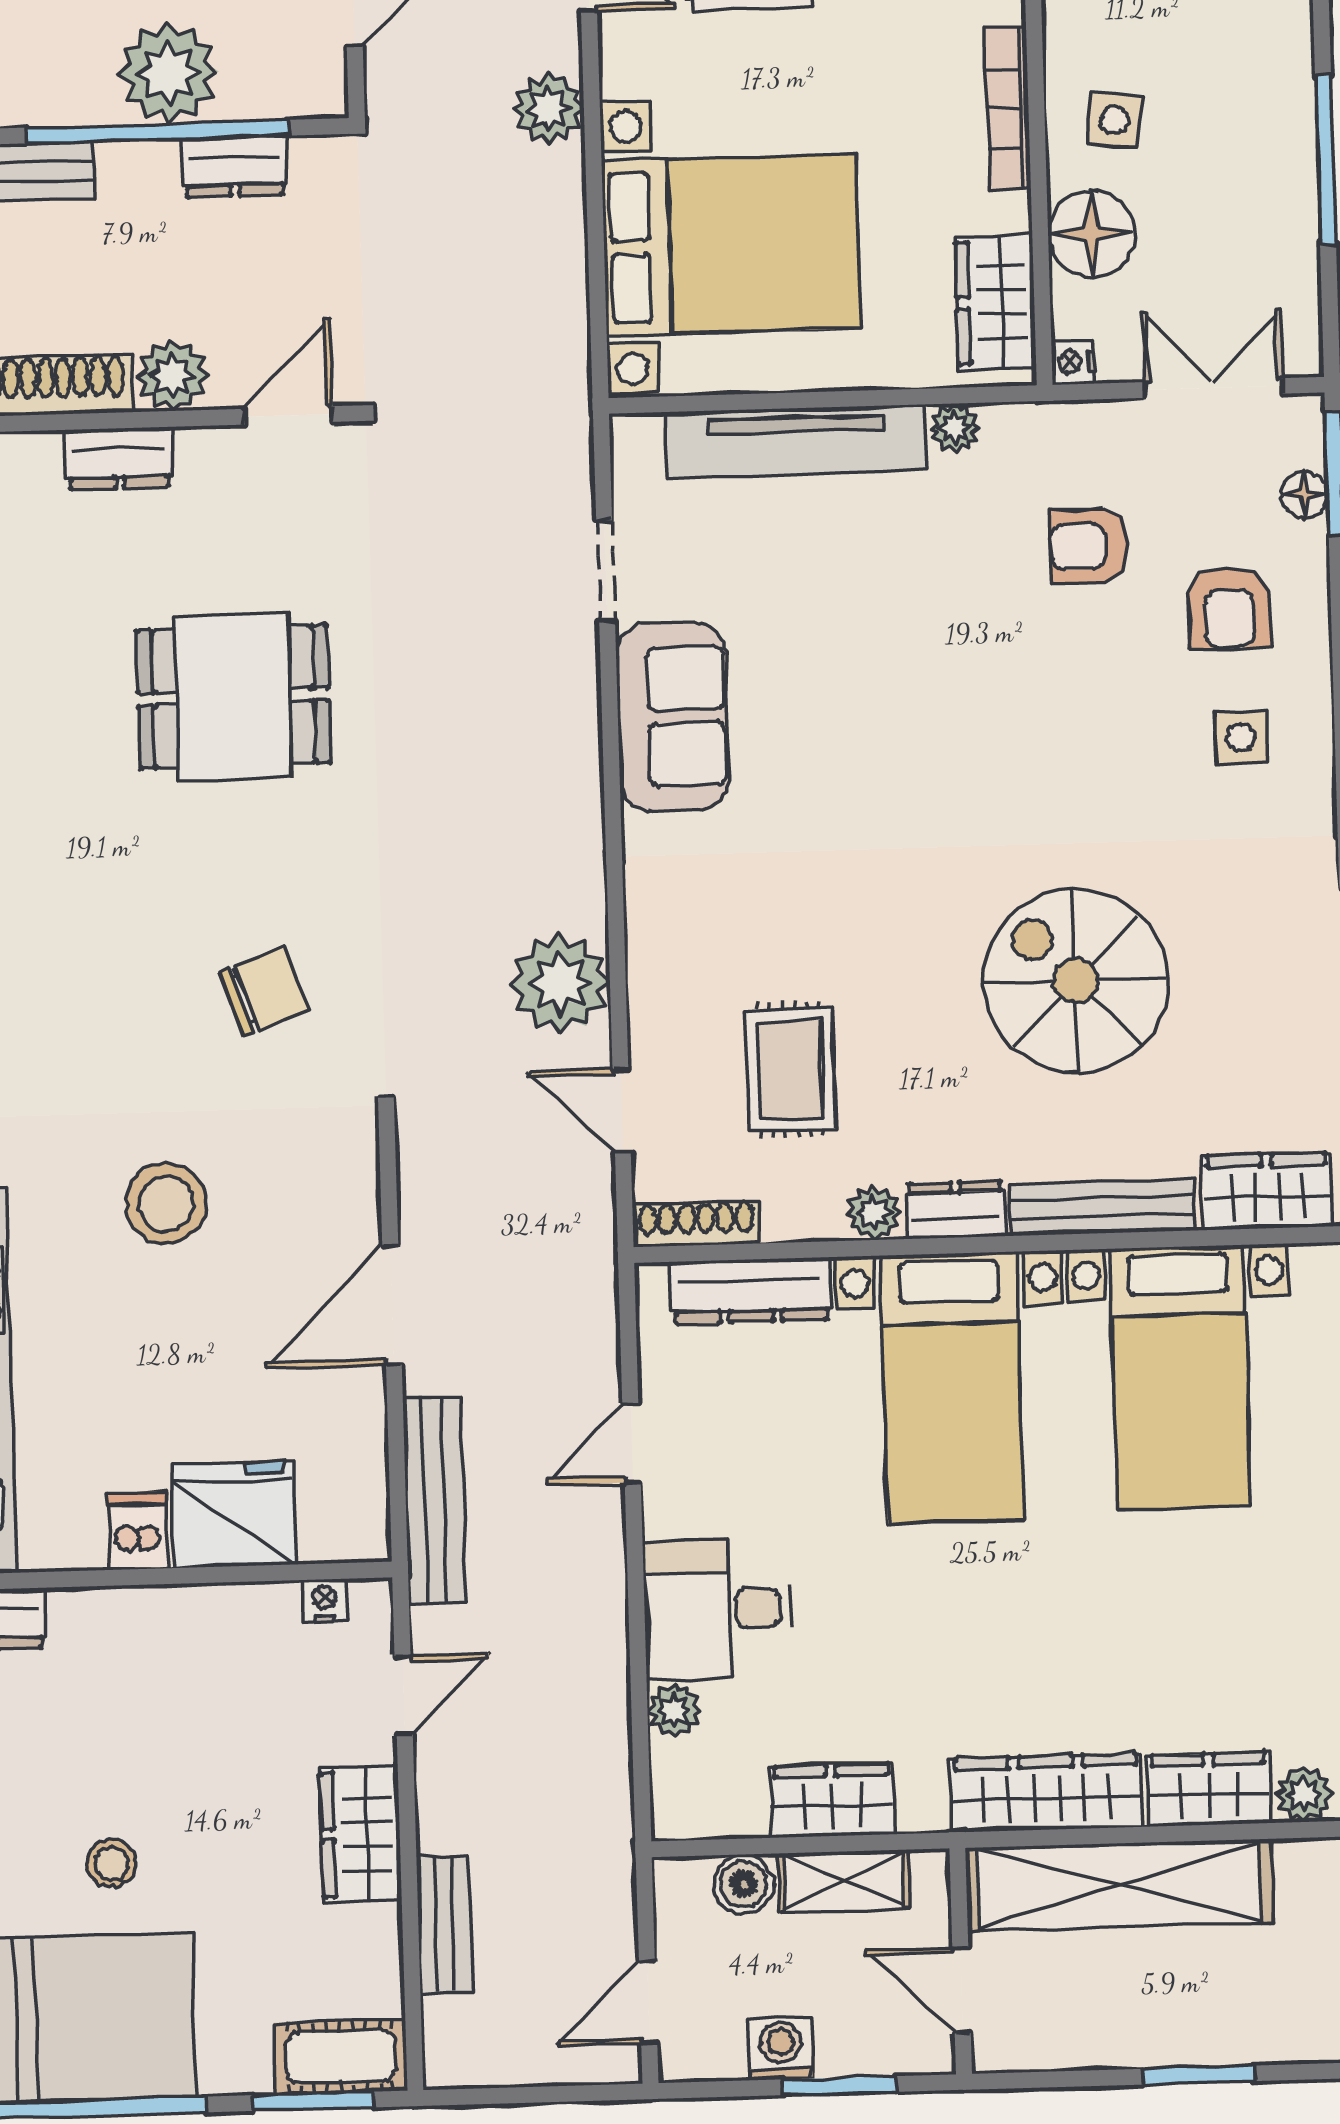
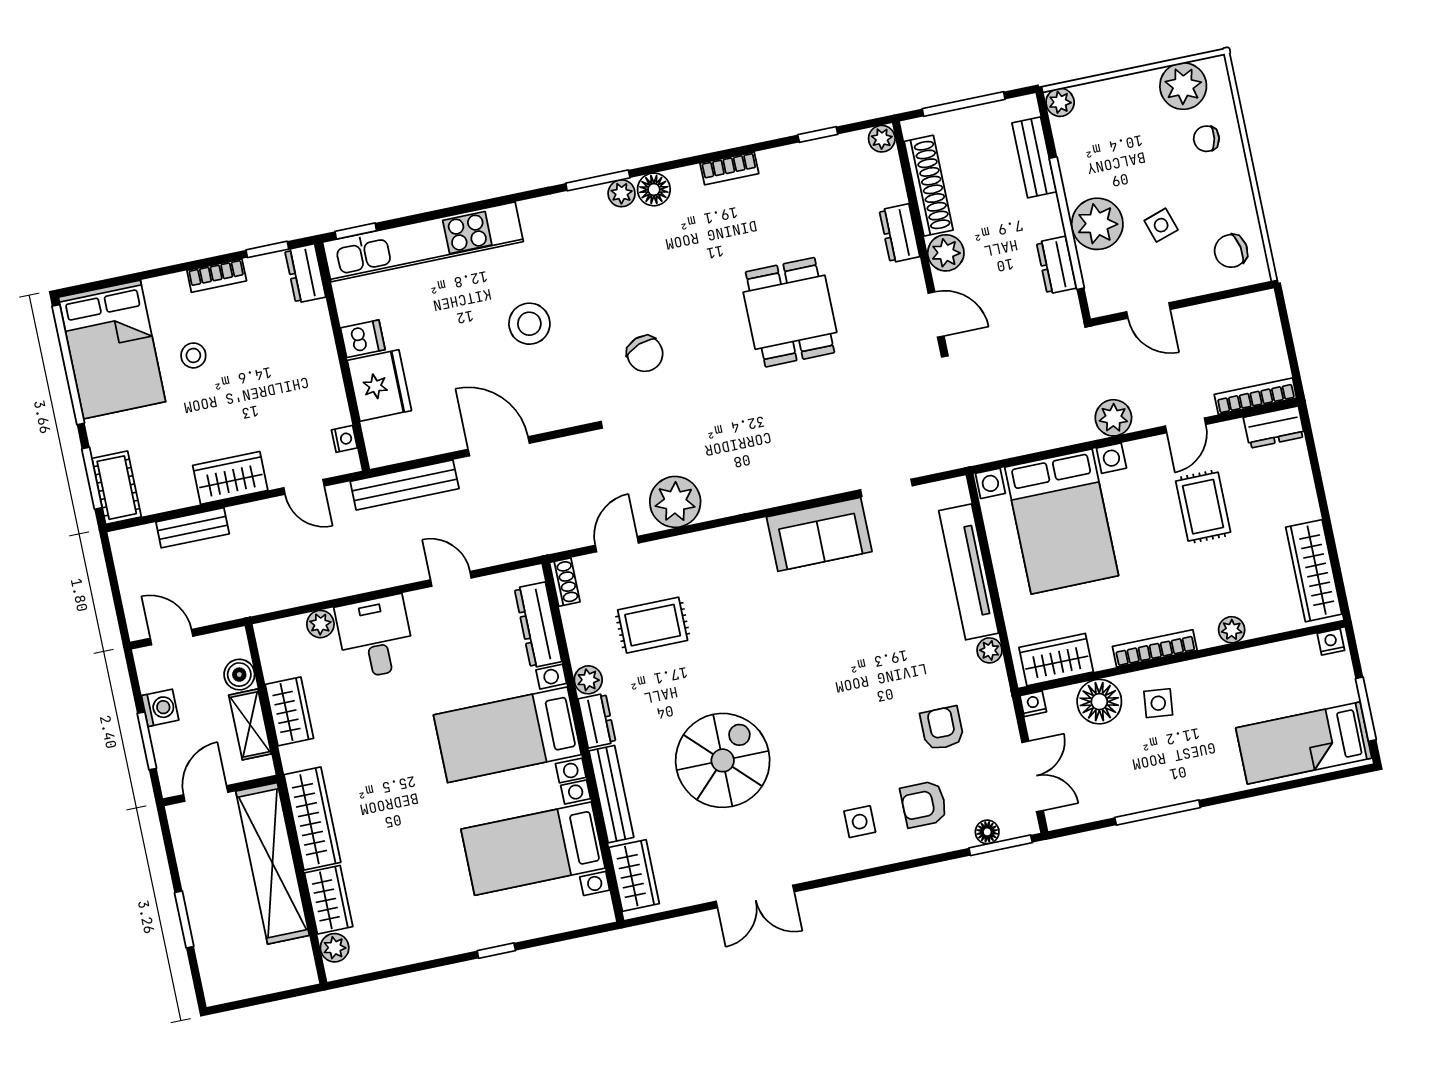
shoe rack: (696, 1224) -> (565, 582), width x0.70

